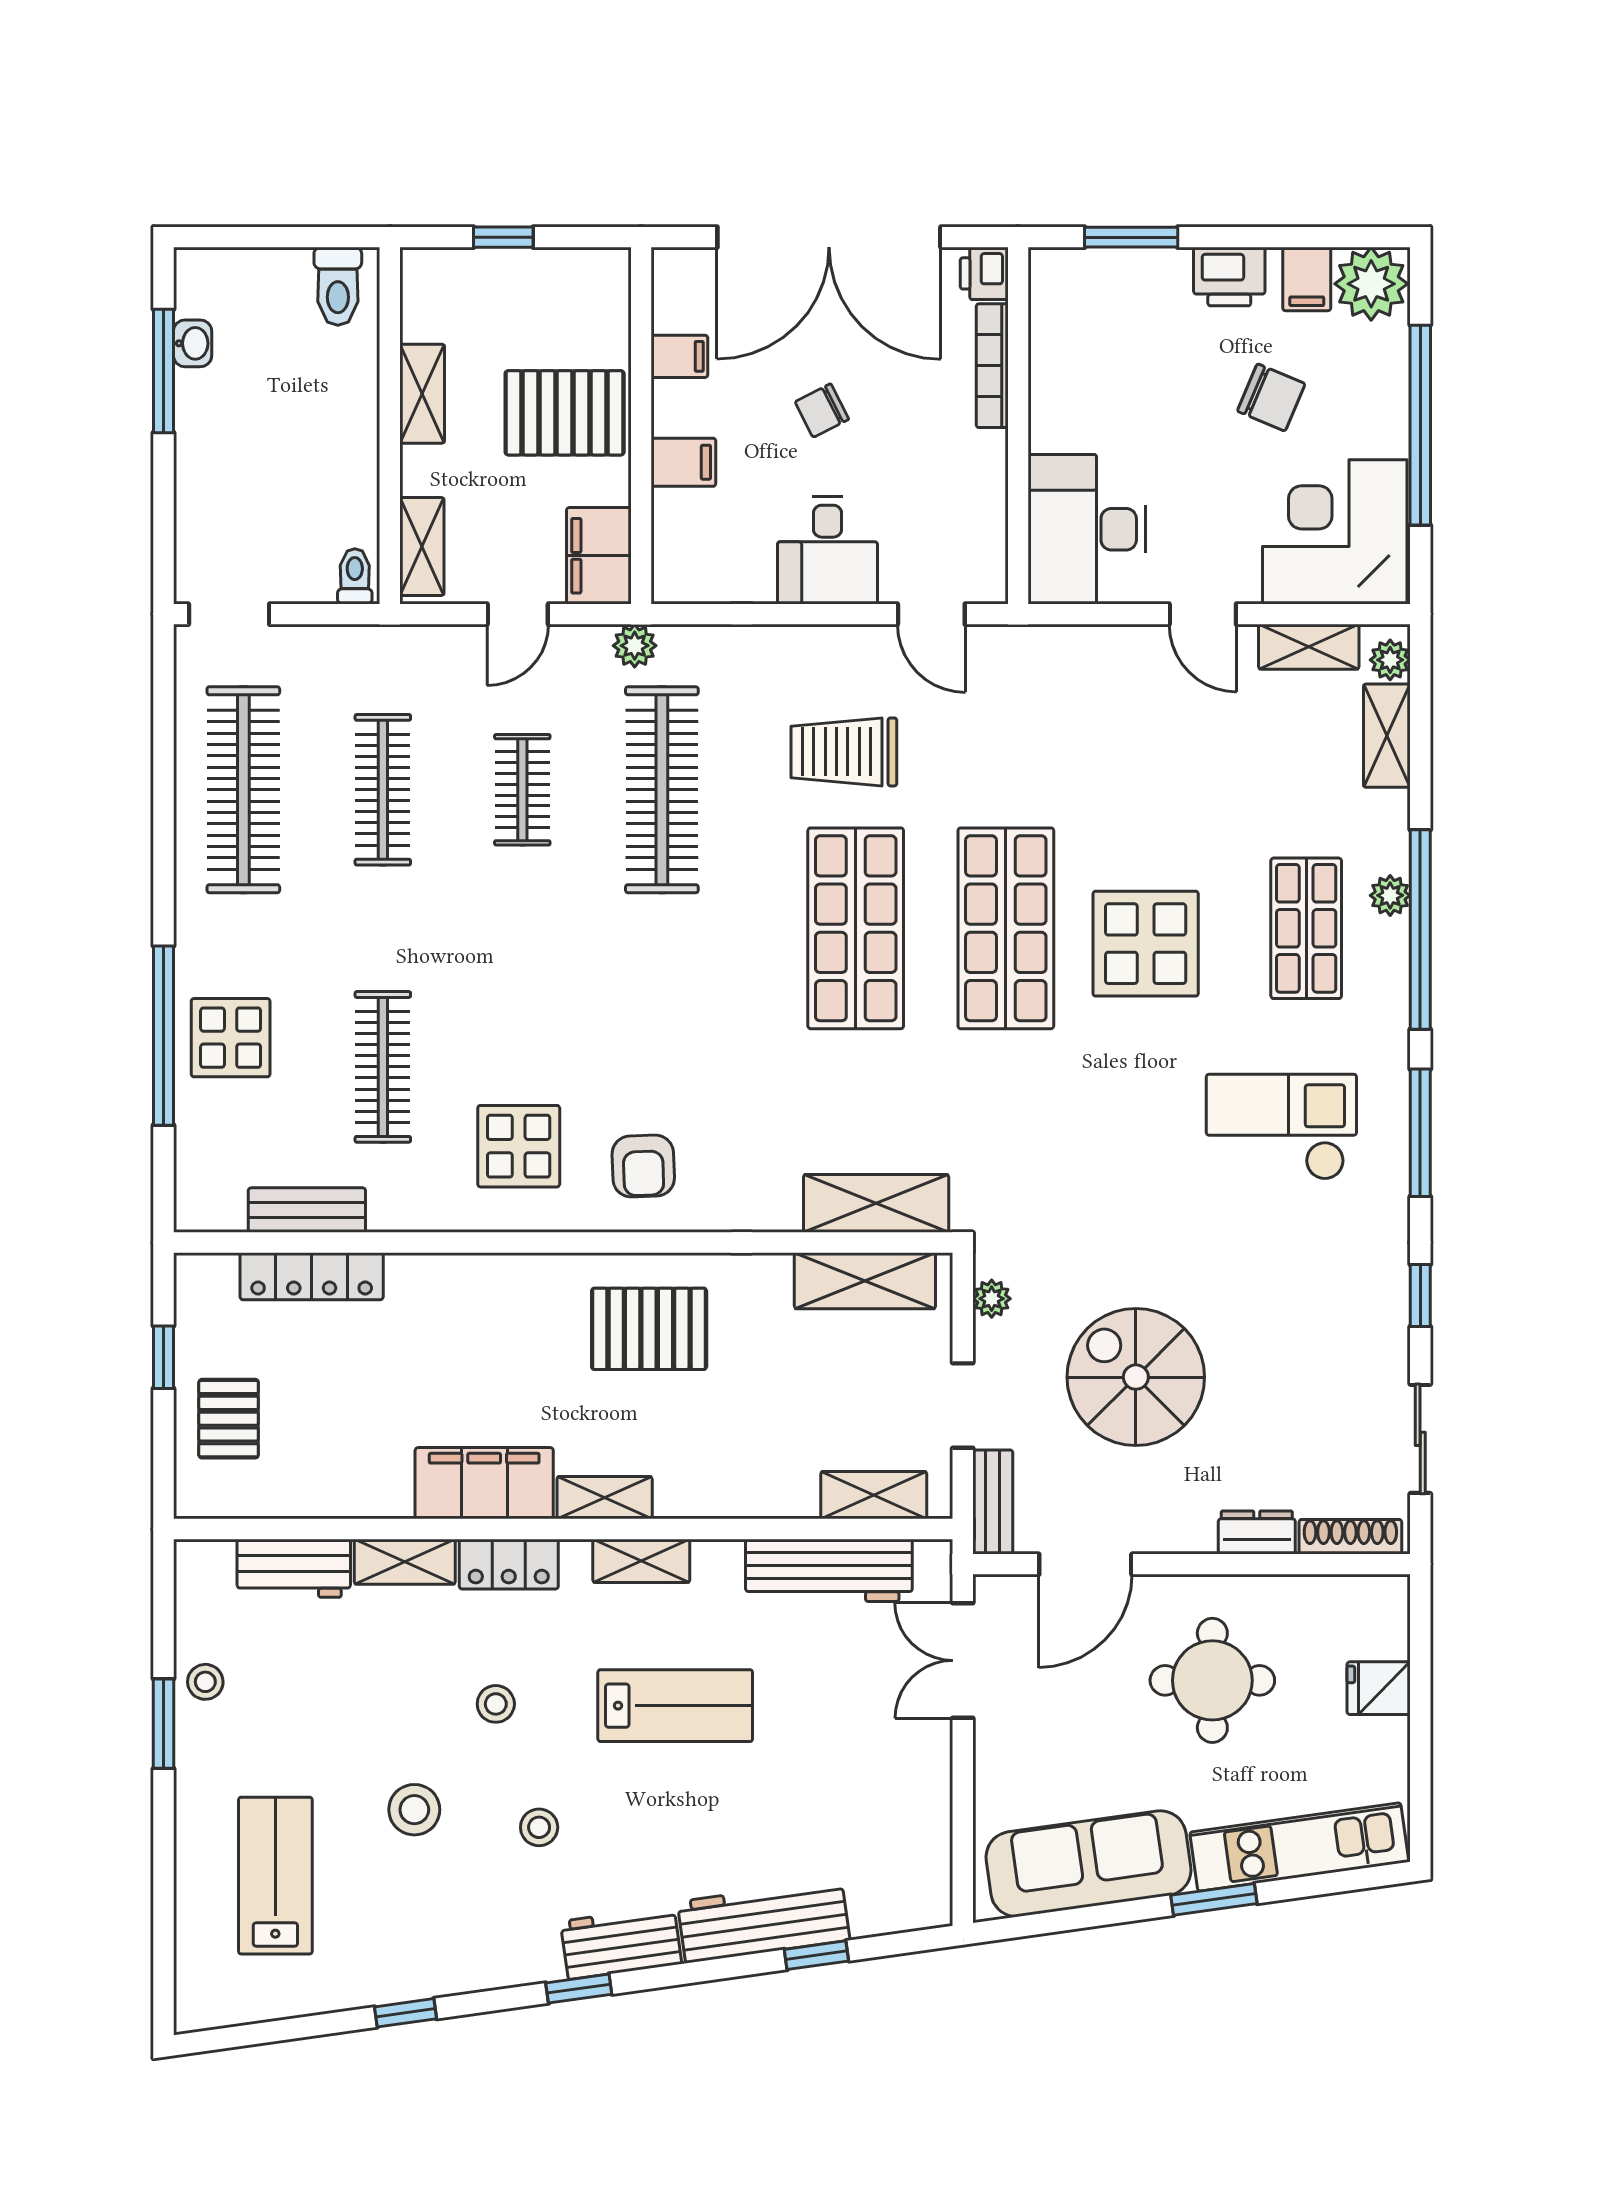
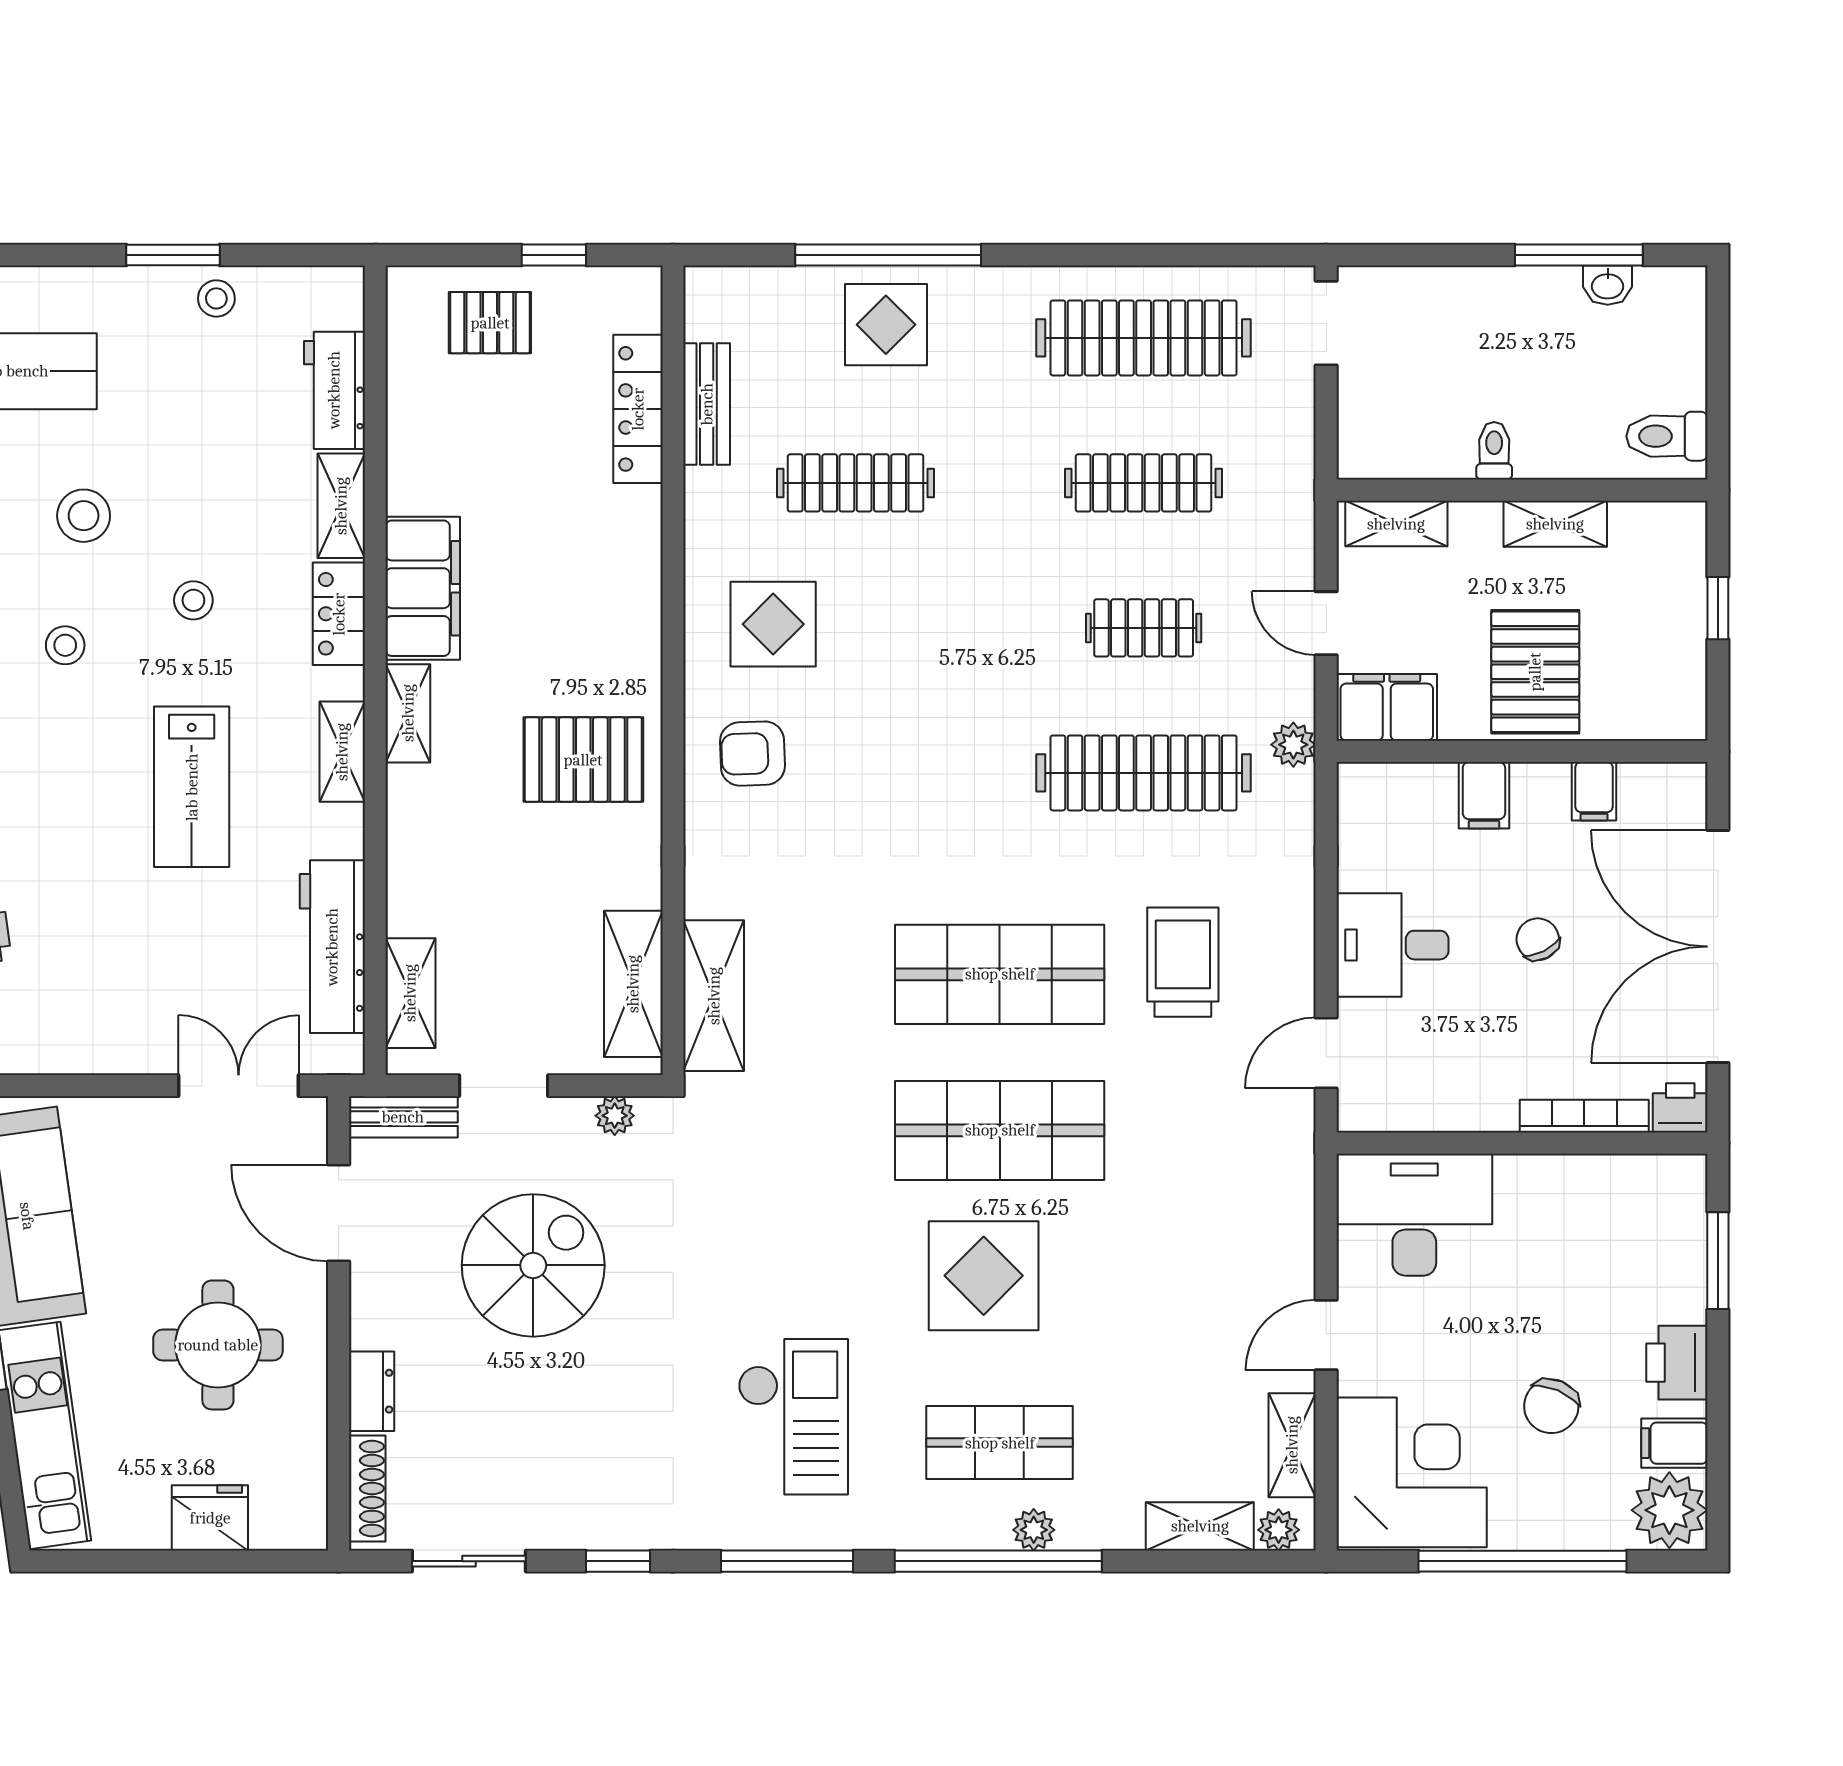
toilet: (355, 576) -> (1494, 451), moved, turned -90
pallet: (649, 1329) -> (583, 760), turned 90
fridge: (1379, 1688) -> (210, 1518), width x1.38

